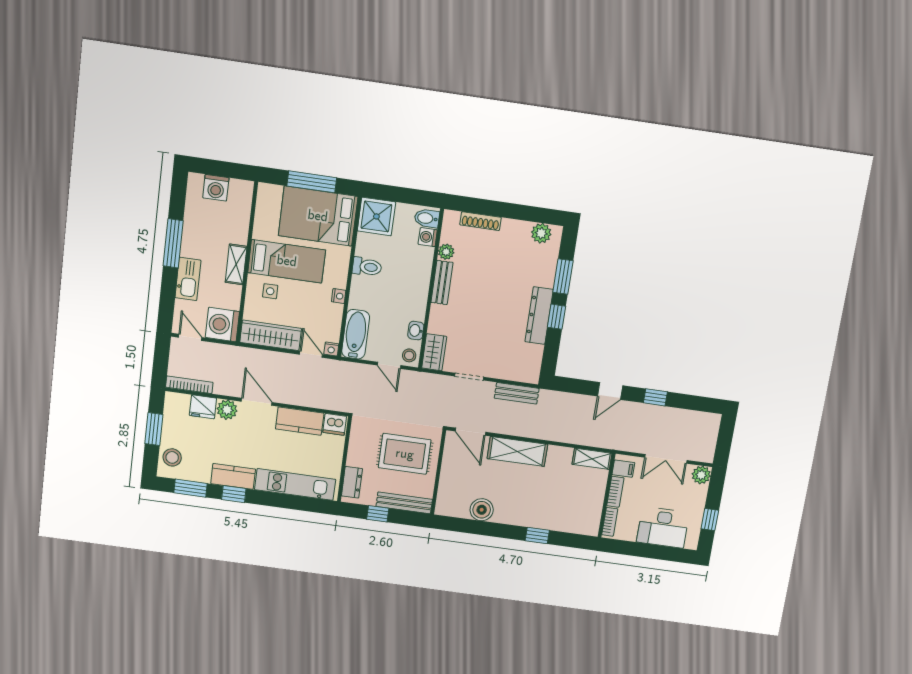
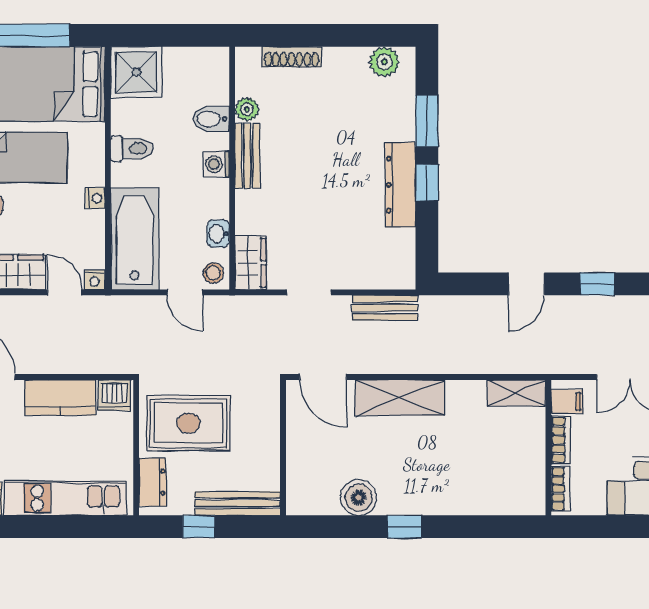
bidet: (427, 218) -> (211, 119), moved
washing machine: (428, 237) -> (216, 164), moved
bathtub: (356, 334) -> (135, 239), width x1.36, depth x1.36
rug: (405, 454) -> (188, 423), moved
window: (537, 536) -> (404, 527), moved

